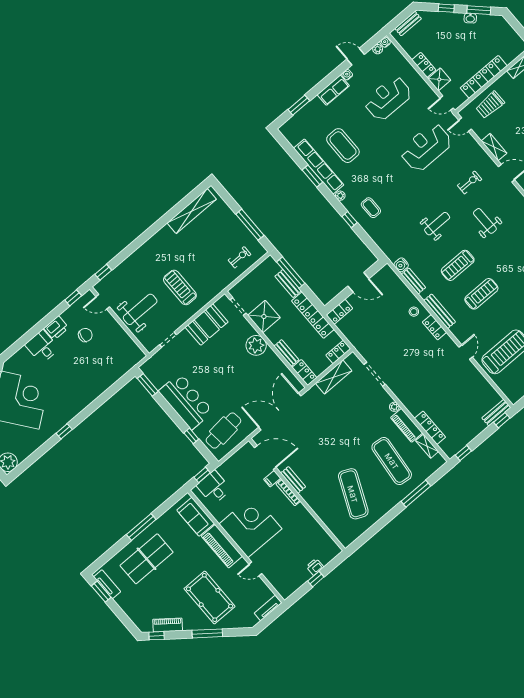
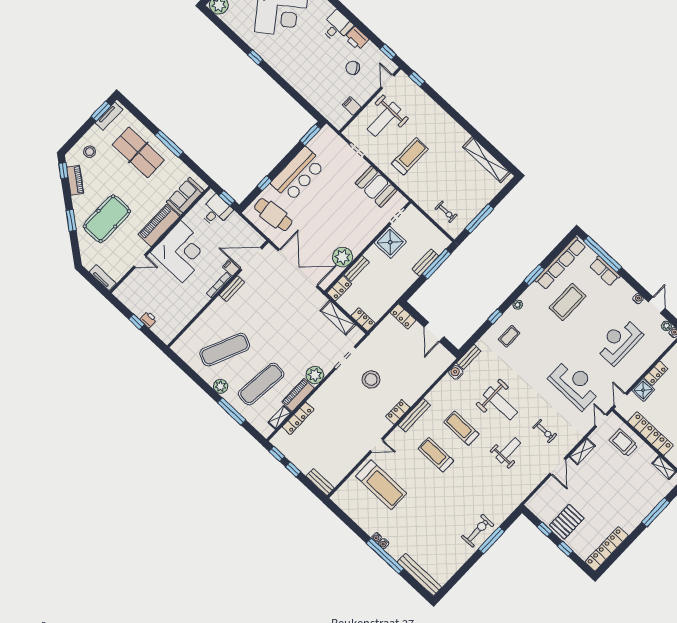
row of seats: (333, 90) -> (605, 271), moved
reception desk: (388, 98) -> (619, 341), turned -90
window: (299, 105) -> (603, 254), width x2.11
row of seats: (319, 167) -> (560, 263), moved
weight bench: (437, 224) -> (500, 403), width x1.36, depth x1.33
bench: (413, 281) -> (469, 357), moved
treadmill: (481, 294) -> (436, 455), turned 180
weight bench: (140, 309) -> (384, 119), turned 90
stool: (414, 312) -> (371, 379), moved, width x1.89, depth x1.89
locker: (313, 315) -> (397, 291), removed
chair: (85, 335) -> (353, 68), turned 140
filing cabinet: (123, 340) -> (352, 106), added
plant: (256, 345) -> (343, 257), moved
plant: (394, 407) -> (315, 375), width x1.88, depth x1.88
window: (502, 420) -> (293, 469), moved
door: (265, 458) -> (251, 259), swing flipped
plant: (390, 502) -> (221, 386), added
door: (255, 569) -> (140, 261), swing flipped
stool: (141, 607) -> (90, 152), added
window: (207, 633) -> (71, 220), width x0.69

